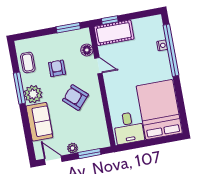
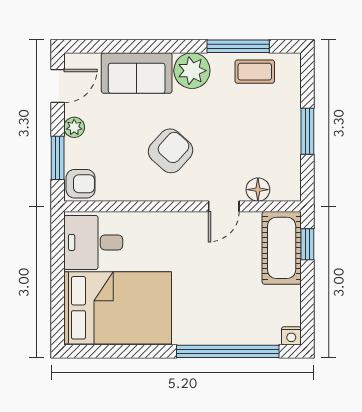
window: (68, 28) -> (307, 131), moved
nightstand: (162, 45) -> (291, 336), moved
armchair: (57, 68) -> (81, 184), moved
window: (19, 88) -> (238, 46), moved

